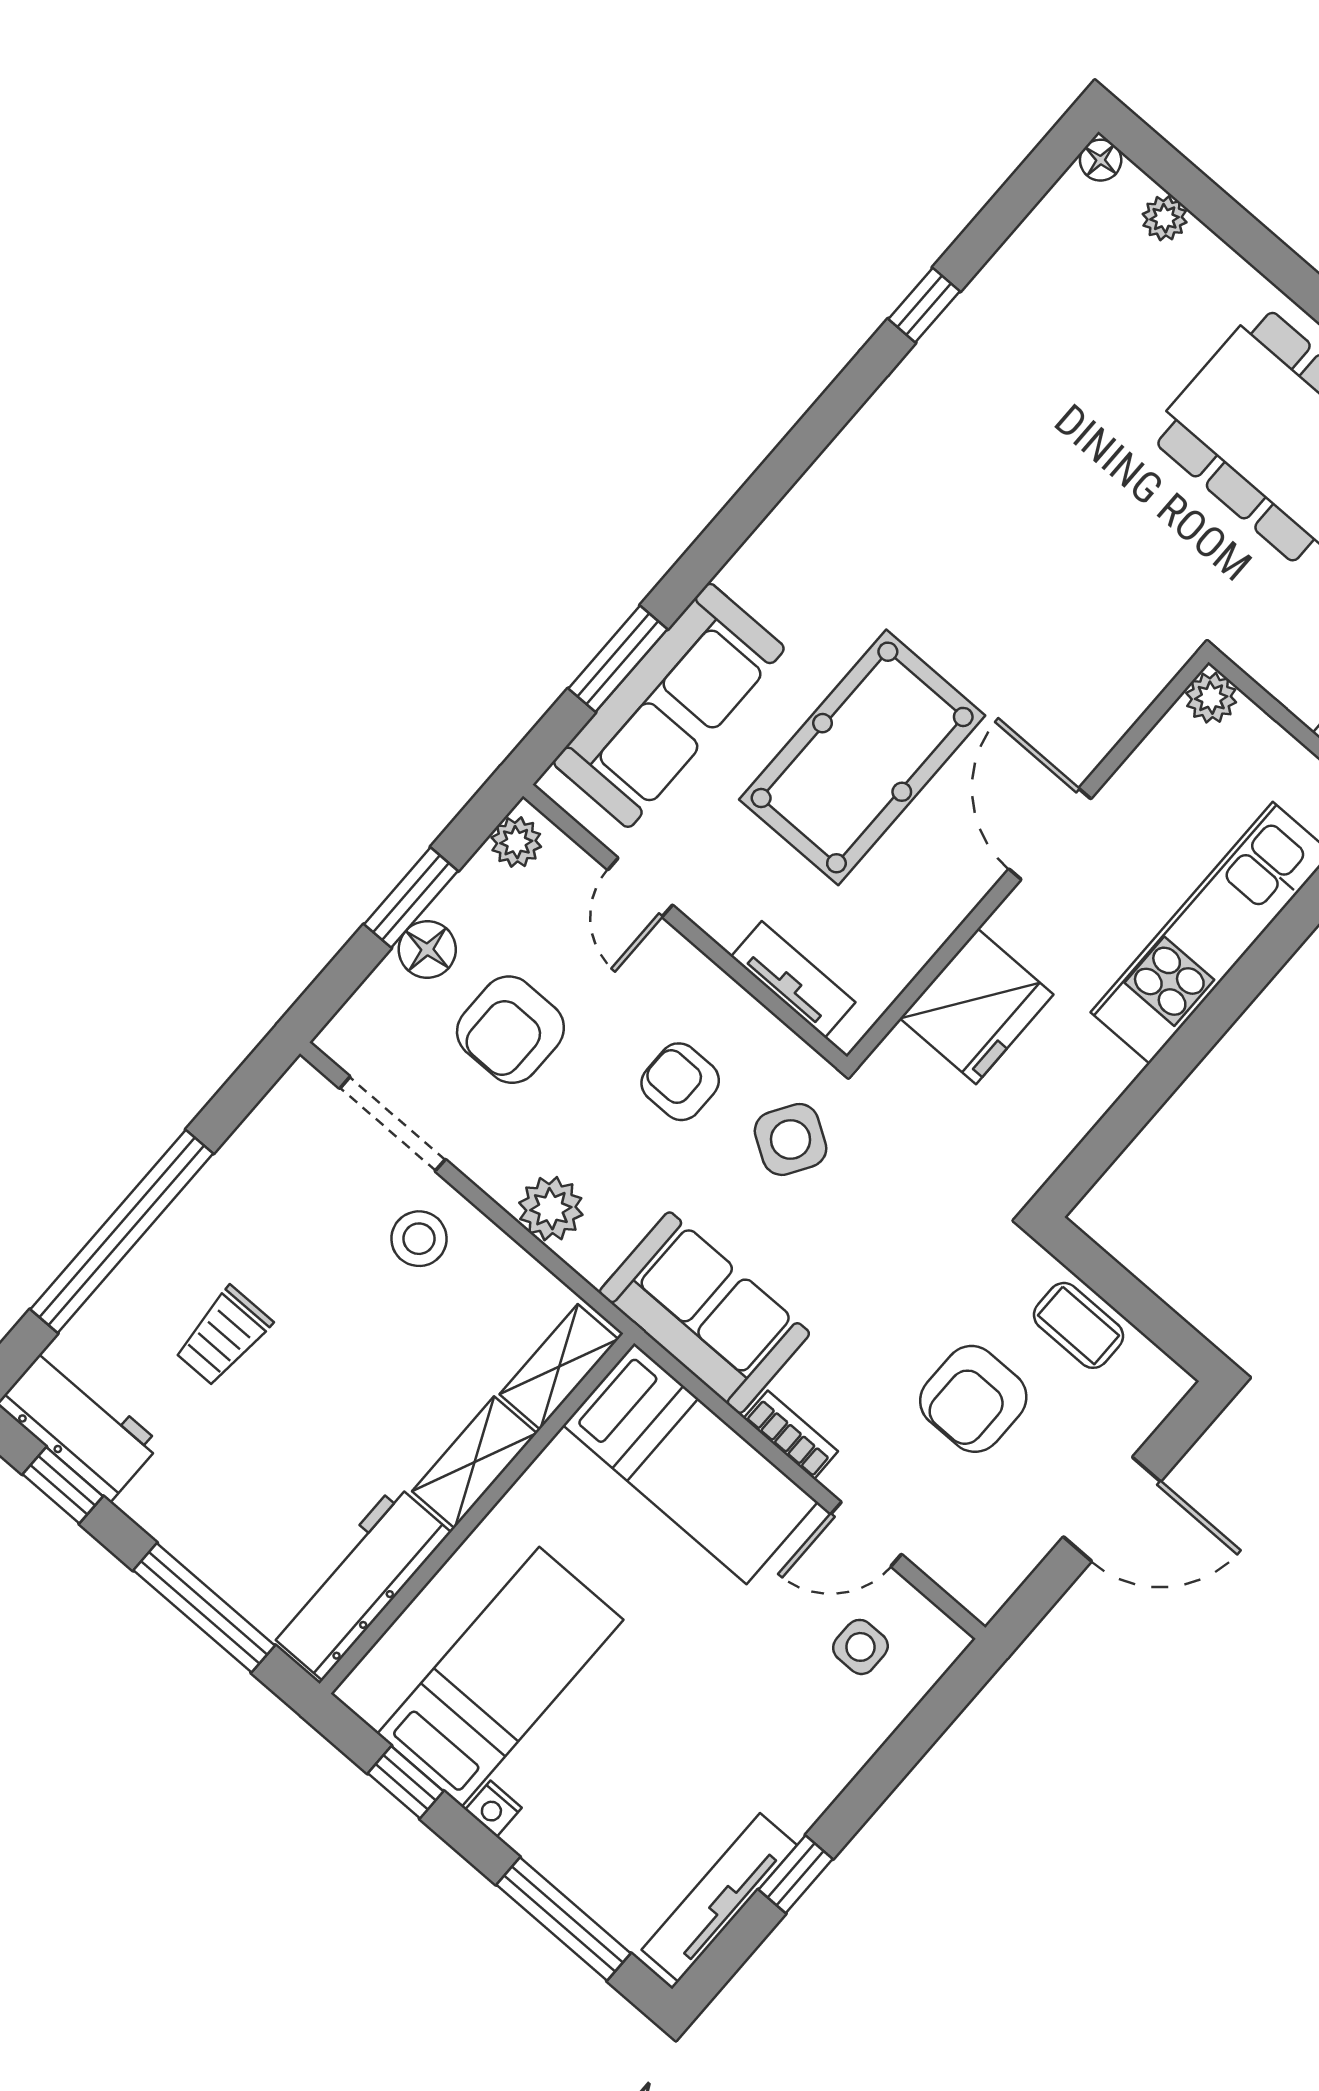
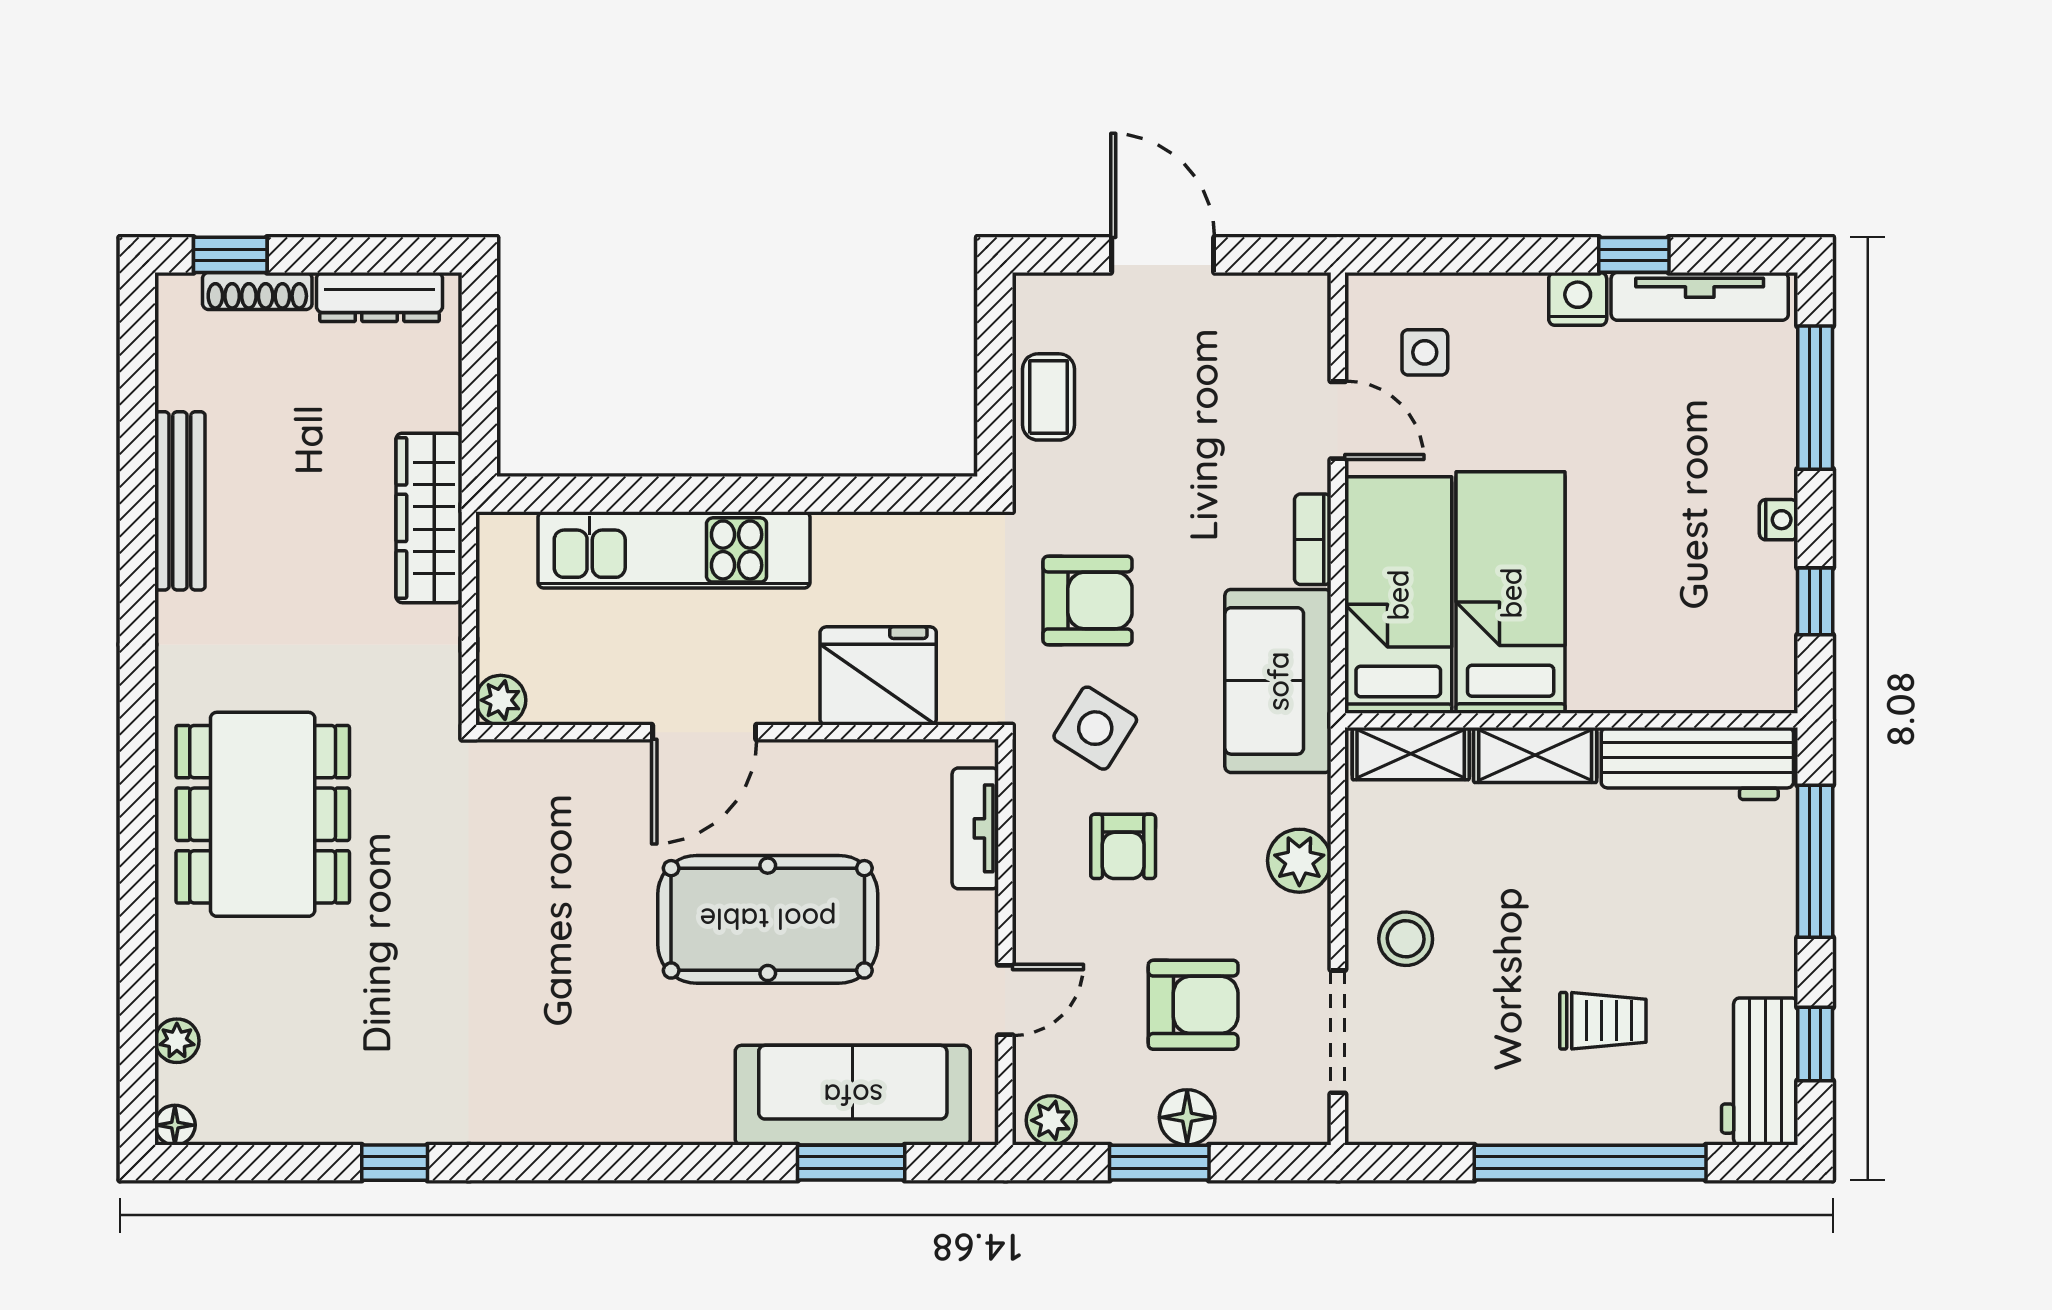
armchair: (973, 1399) -> (1088, 600), moved
bed: (500, 1677) -> (1511, 593), moved, turned 90
nightstand: (799, 1801) -> (1578, 299), added

